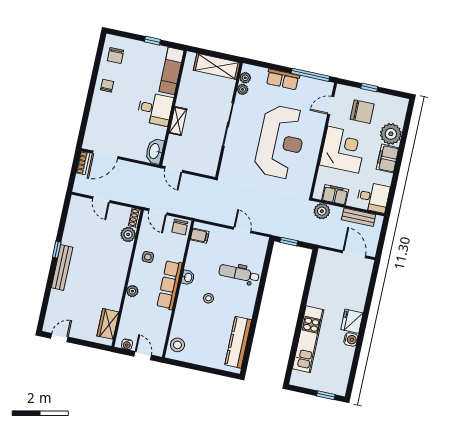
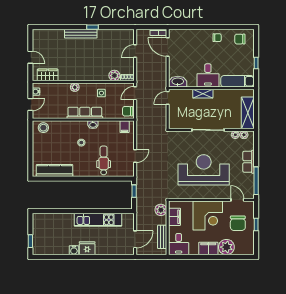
reception desk: (281, 142) -> (204, 170), turned 180
door: (59, 338) -> (30, 57), moved
kitchen unit: (308, 339) -> (98, 220), moved

